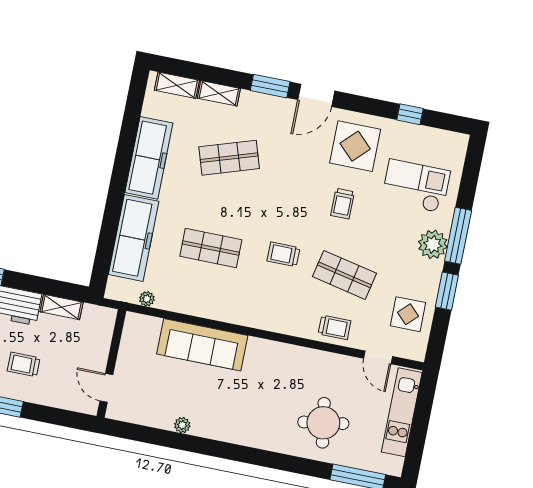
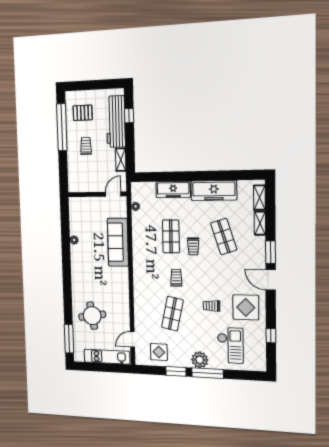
freezer: (134, 238) -> (173, 189), width x0.73, depth x0.79
trolley: (335, 327) -> (193, 246), moved
door: (106, 388) -> (113, 194), moved

